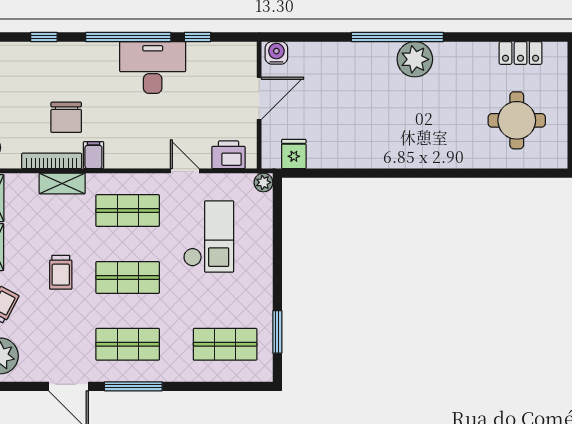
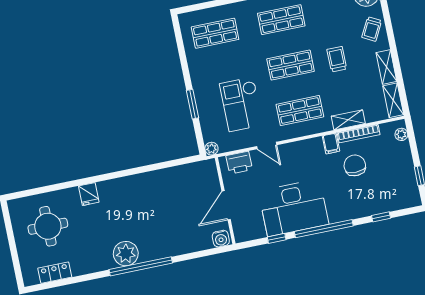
desk: (153, 67) -> (294, 208), width x1.36, depth x1.30
fridge: (294, 154) -> (89, 194), moved
window: (277, 332) -> (193, 104), moved

